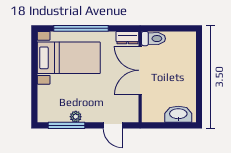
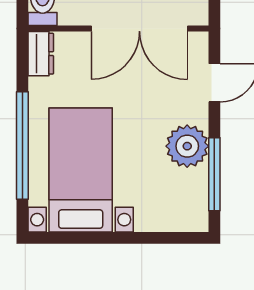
double door: (140, 70) -> (139, 28), moved
plant: (76, 117) -> (187, 146), width x1.88, depth x1.88

